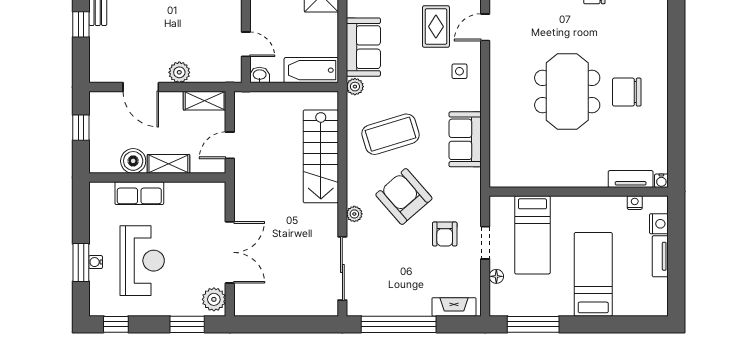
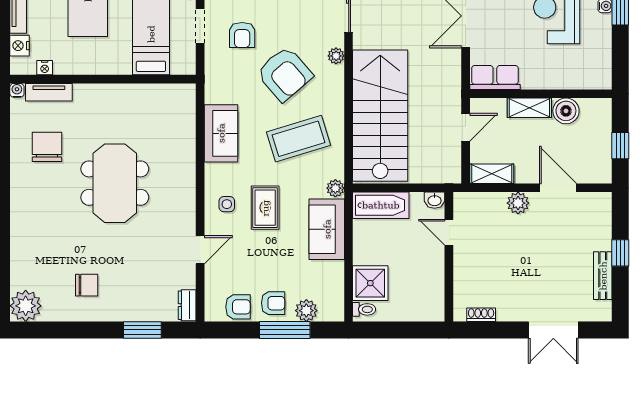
rug: (436, 27) -> (265, 208), moved
chair: (627, 92) -> (47, 147), moved, turned -90
stairs: (321, 156) -> (380, 116), width x1.36, depth x1.51
row of seats: (139, 193) -> (495, 78), moved
armchair: (445, 234) -> (242, 35), turned 180

